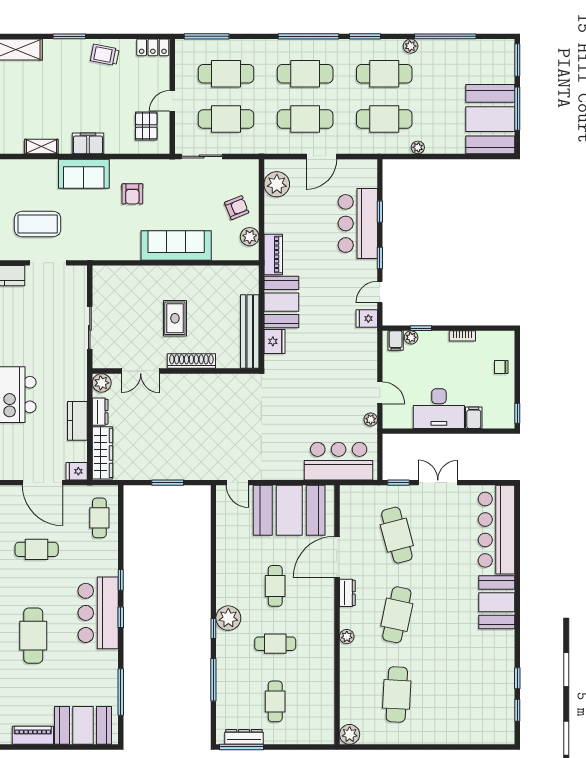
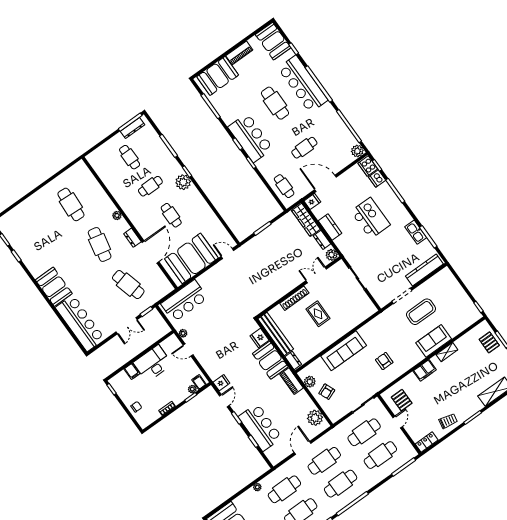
sofa: (84, 174) -> (434, 341), moved
dresser: (251, 280) -> (293, 360), added
plant: (350, 734) -> (80, 167), removed

